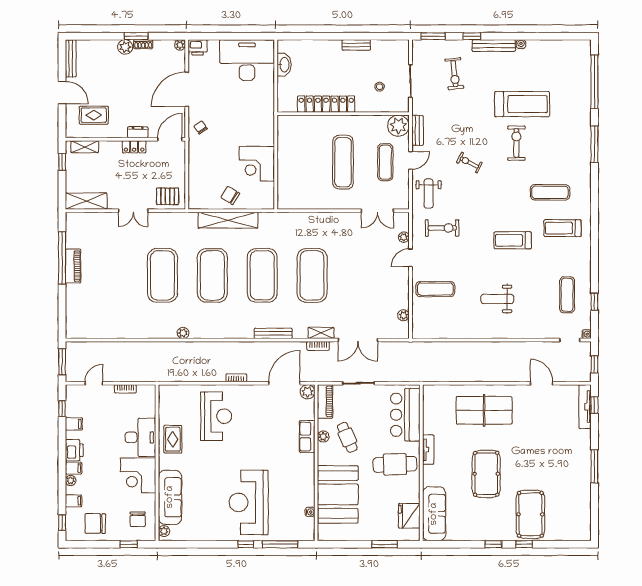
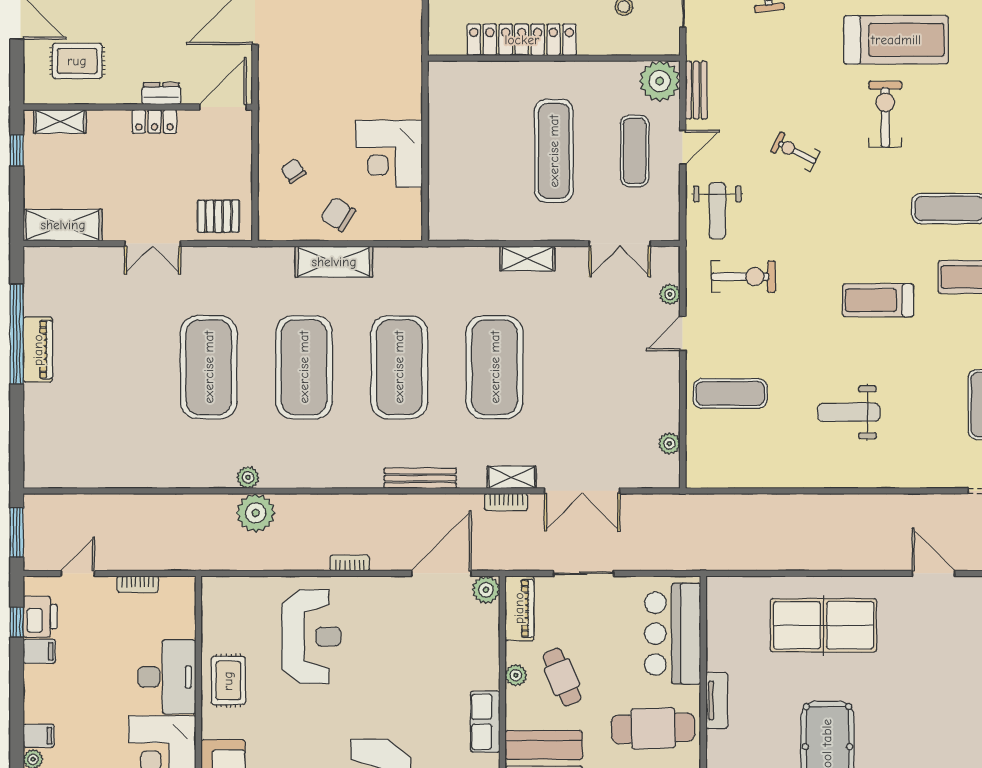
chair: (201, 127) -> (293, 171), moved
shelving: (329, 219) -> (527, 259), added
shelving: (228, 220) -> (334, 262), width x0.68
plant: (187, 352) -> (256, 513), added
row of seats: (307, 437) -> (485, 722), moved
printer: (74, 450) -> (40, 617), moved

